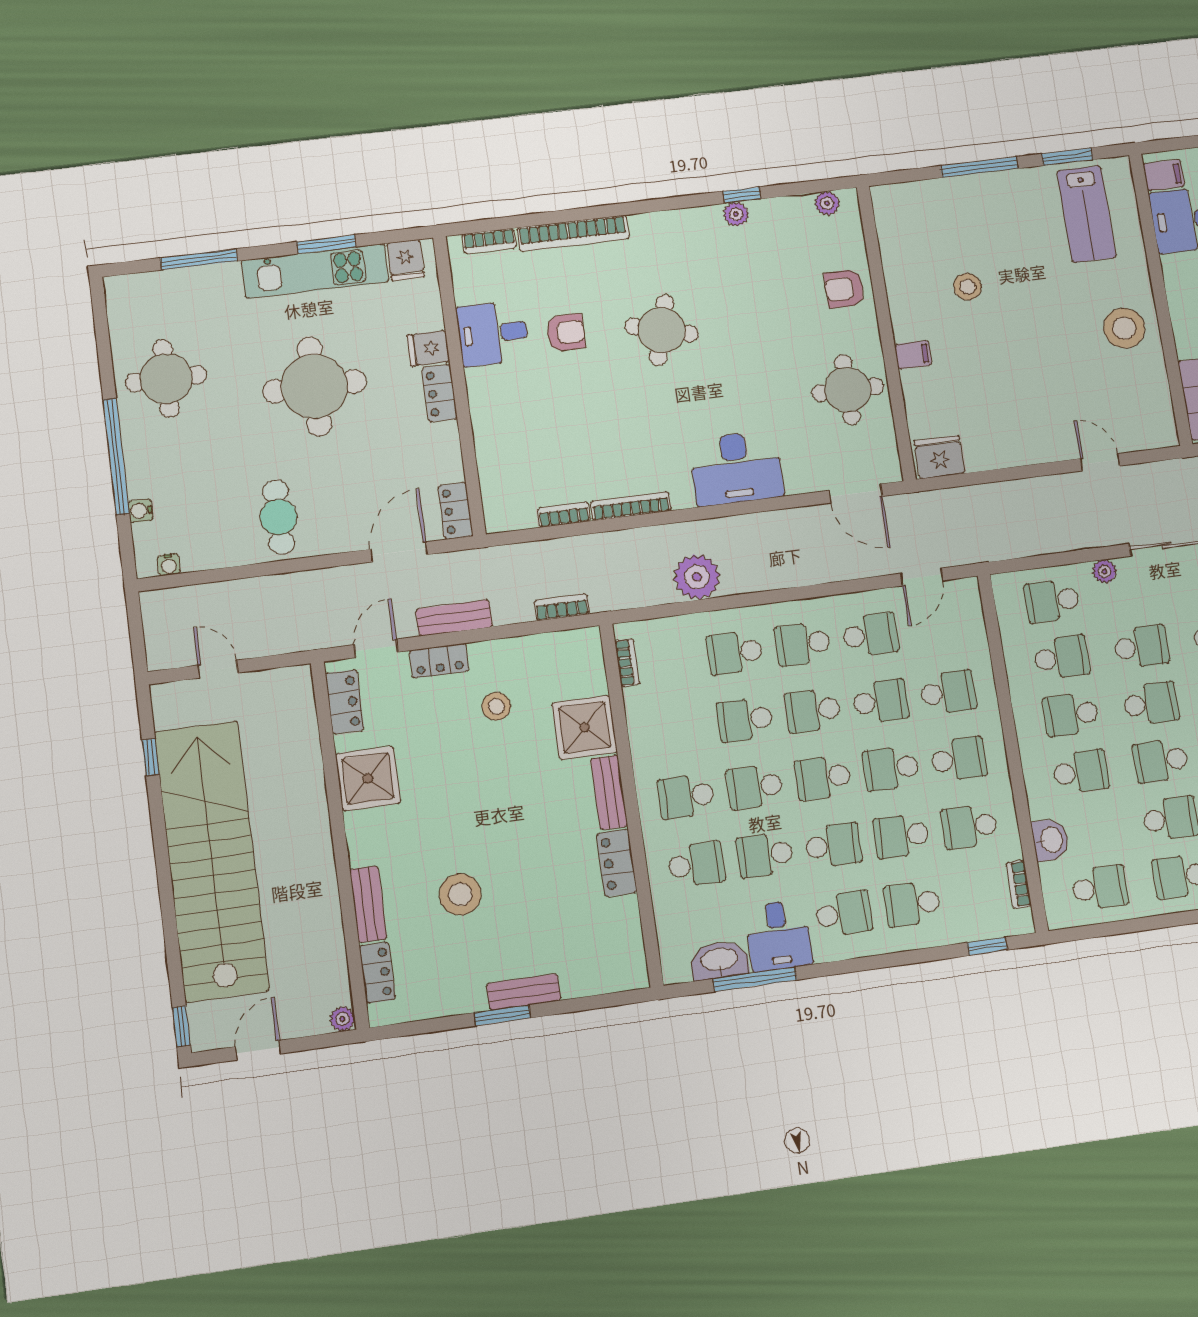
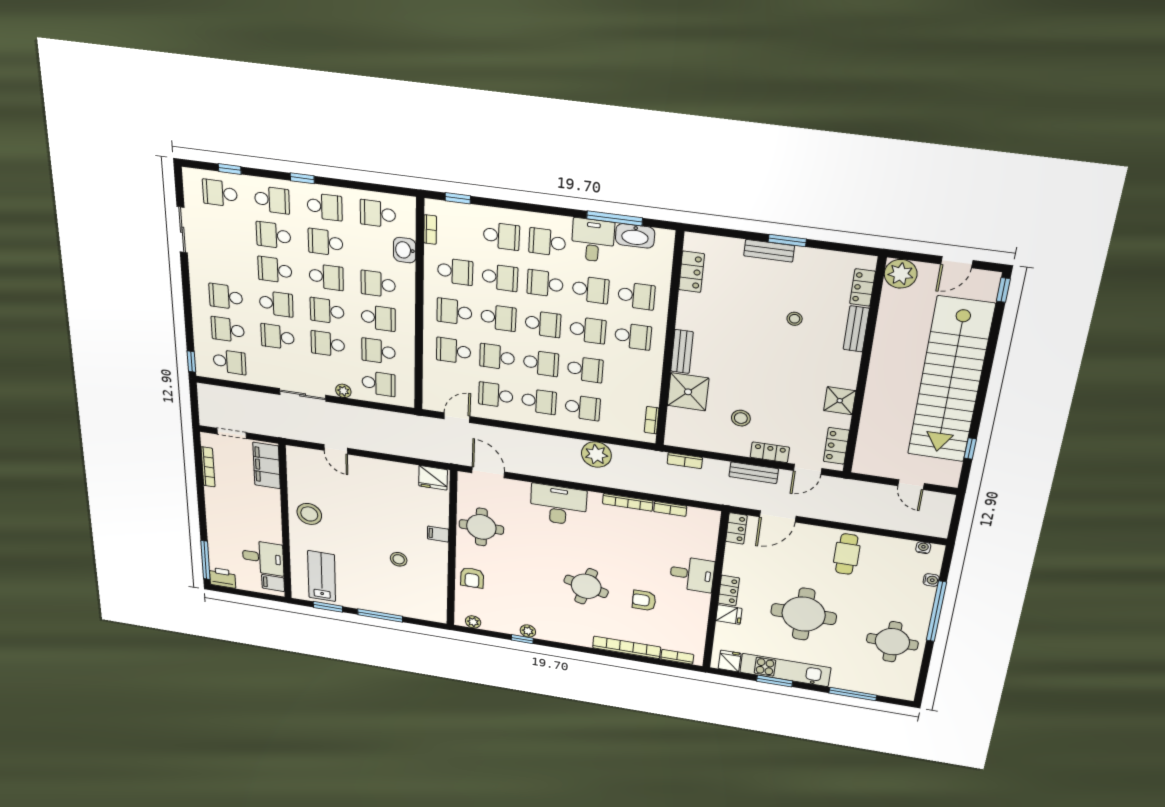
armchair: (844, 289) -> (472, 578), turned 90
desk: (493, 333) -> (692, 574), moved
shower: (368, 779) -> (840, 401), width x0.73, depth x0.73
locker: (617, 863) -> (692, 272), moved
school desk: (696, 864) -> (636, 296), turned 180
stool: (460, 894) -> (795, 319), width x0.53, depth x0.53
plant: (342, 1019) -> (901, 274), width x1.87, depth x1.87

